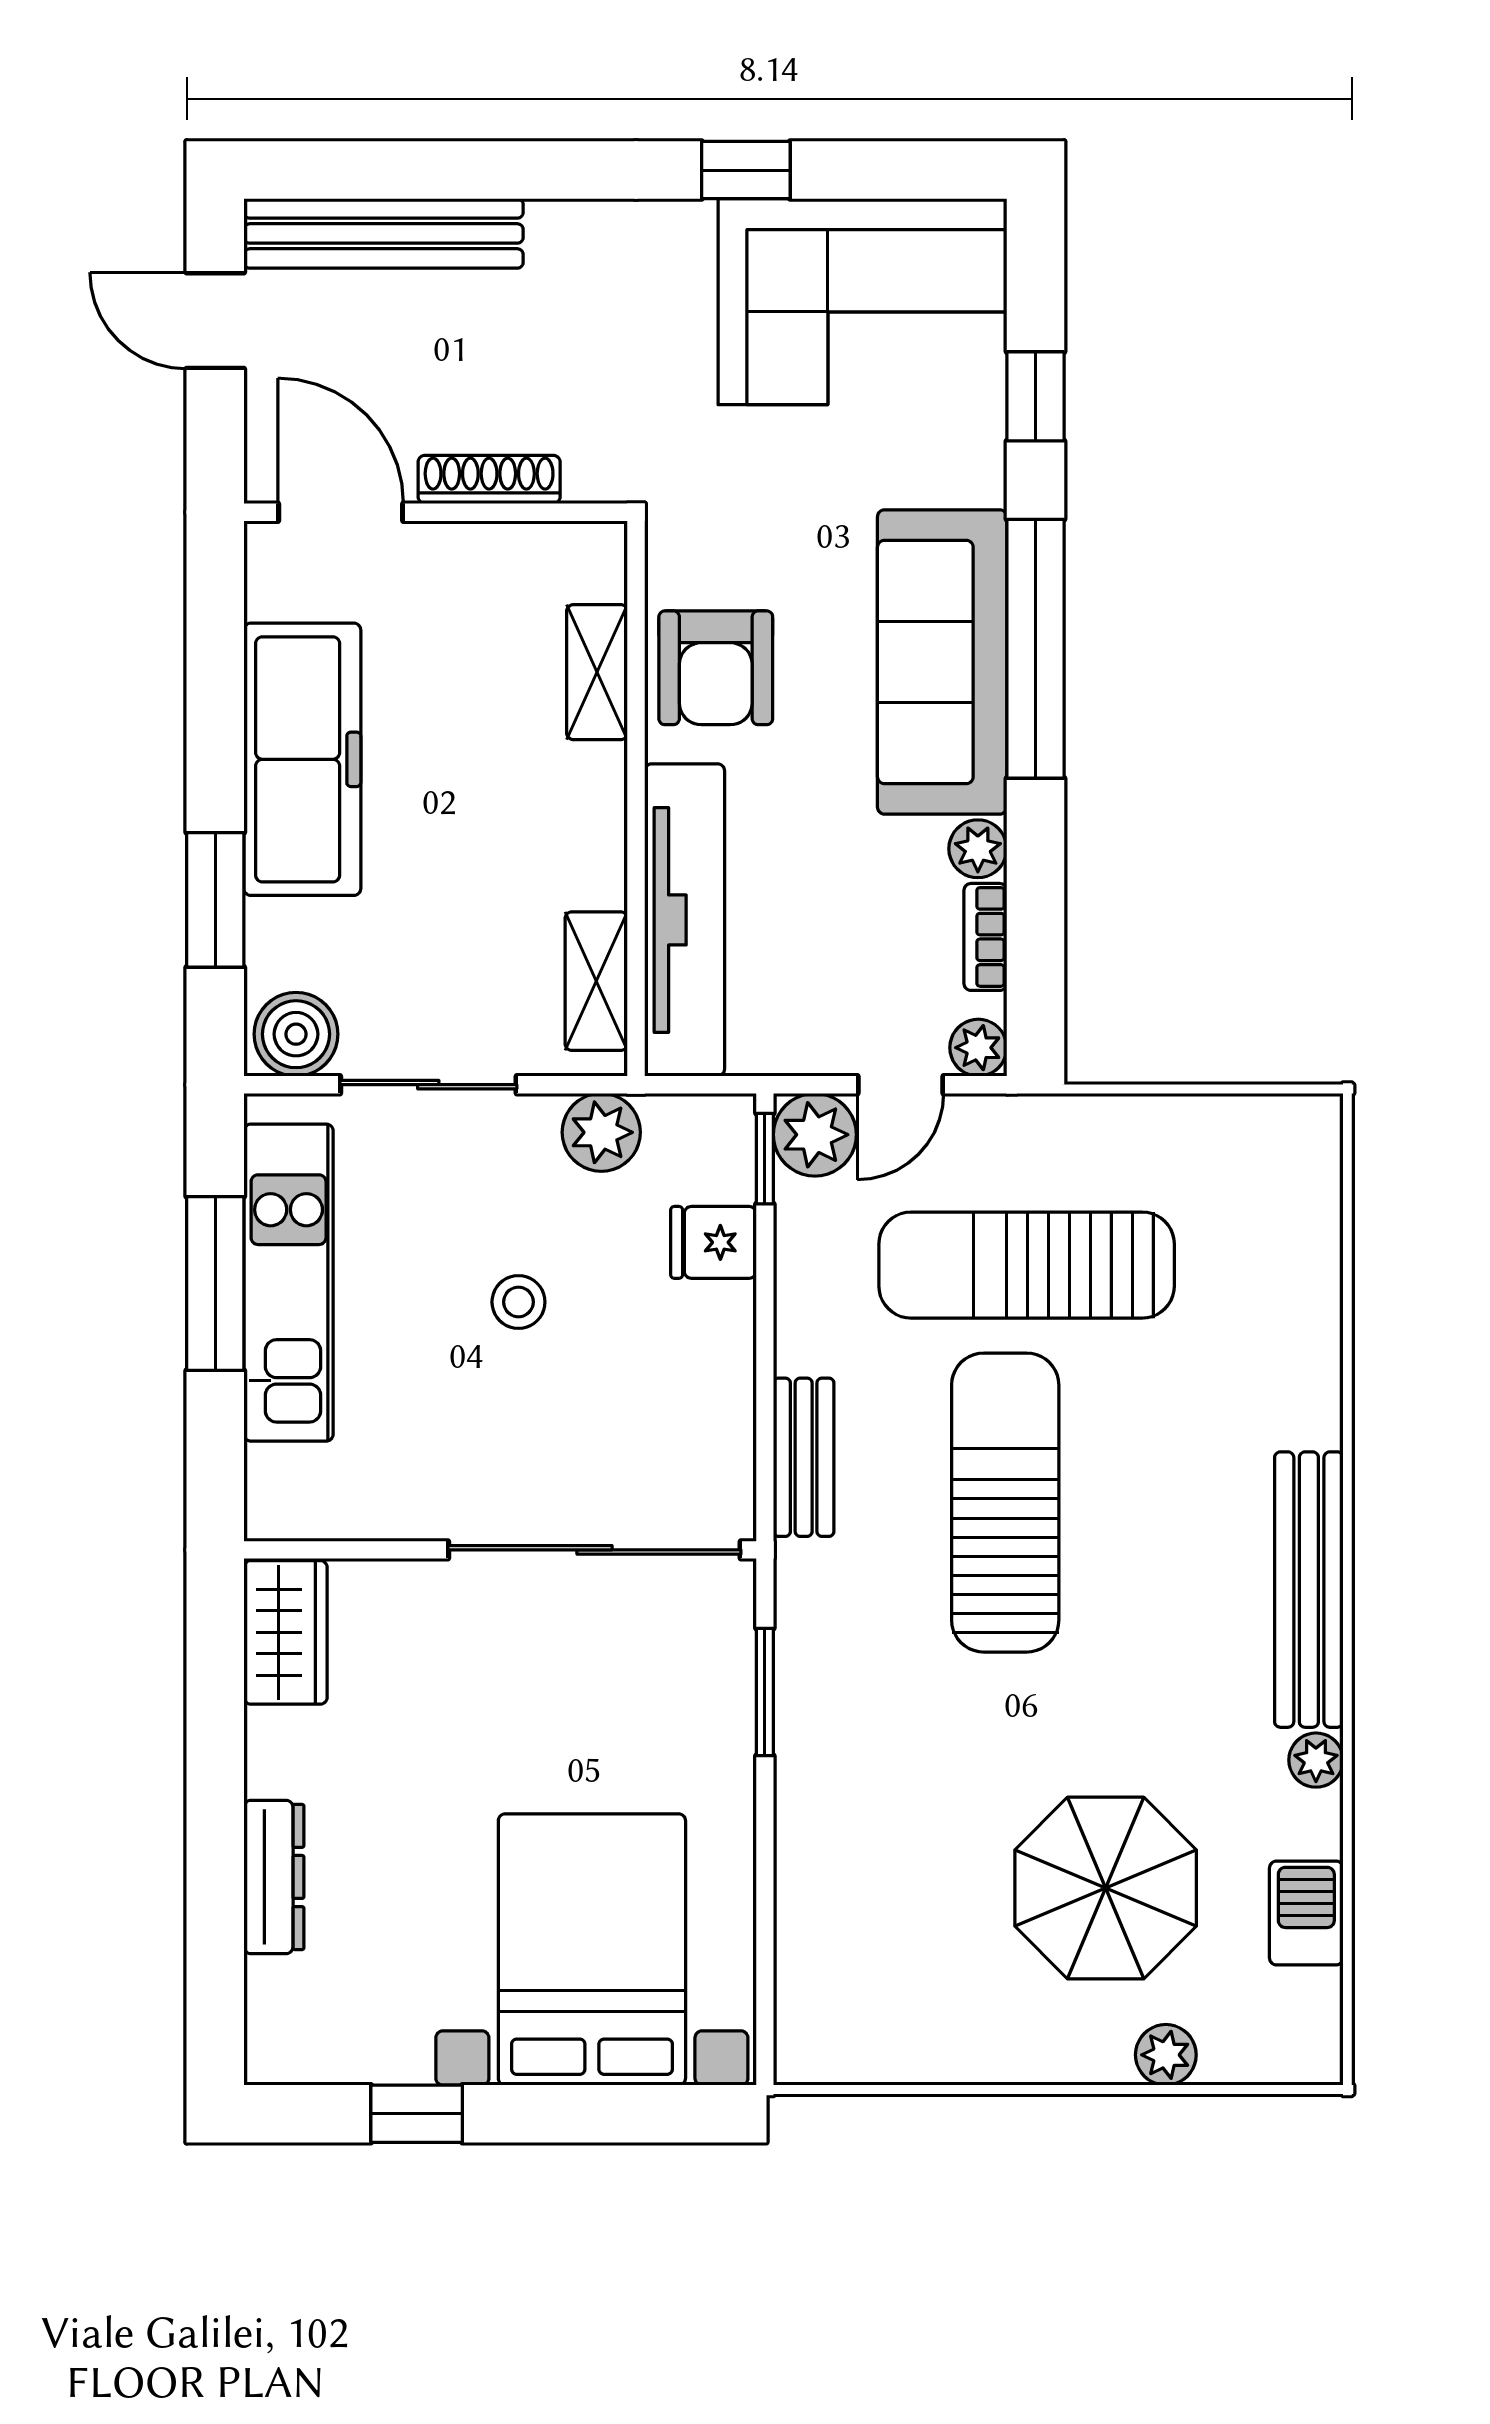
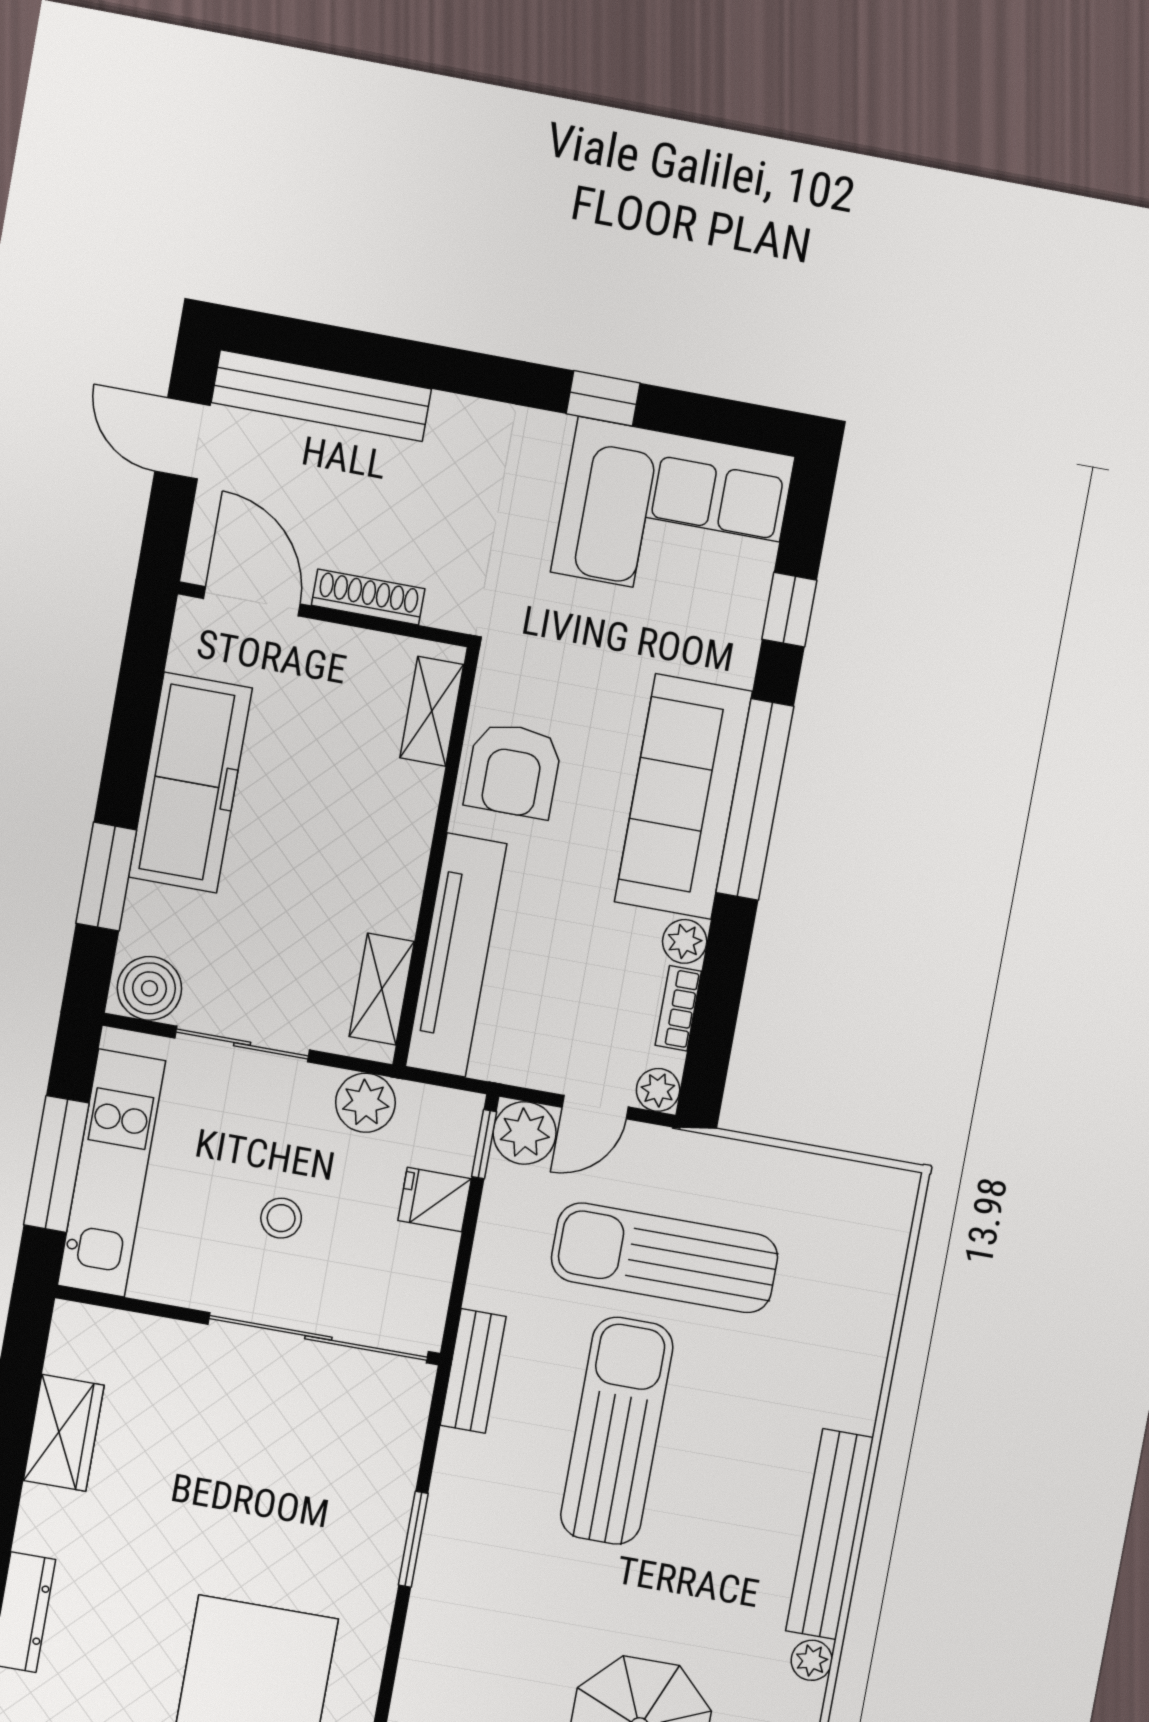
shelving: (597, 672) -> (432, 711), moved
wall: (500, 1550) -> (248, 1325), moved
sliding door: (594, 1550) -> (318, 1338), moved

